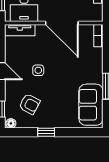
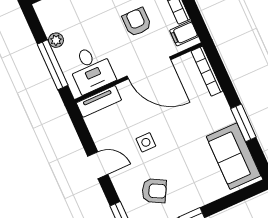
filing cabinet: (95, 11) -> (184, 33), added
bookcase: (98, 36) -> (207, 71), width x1.56

